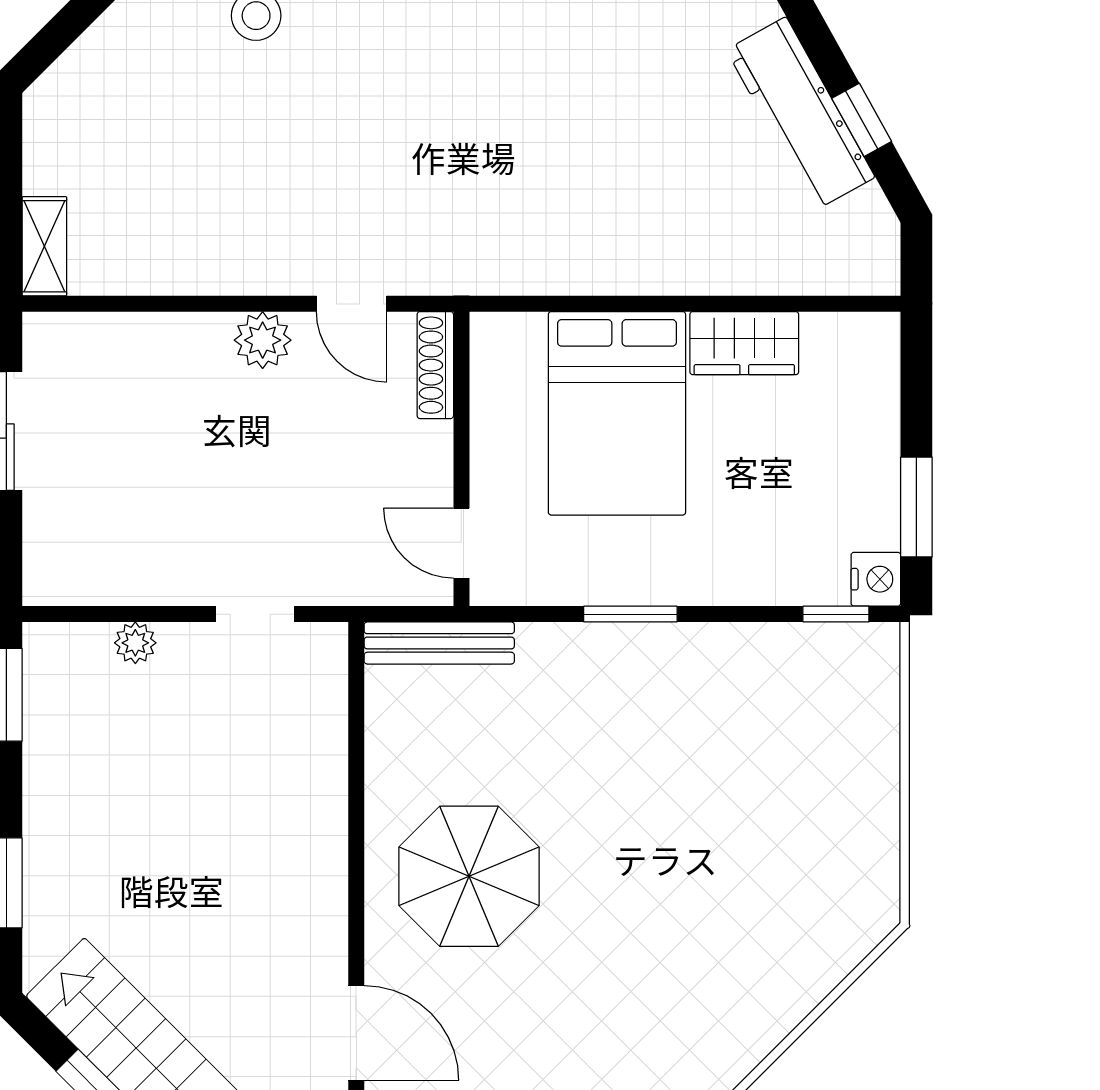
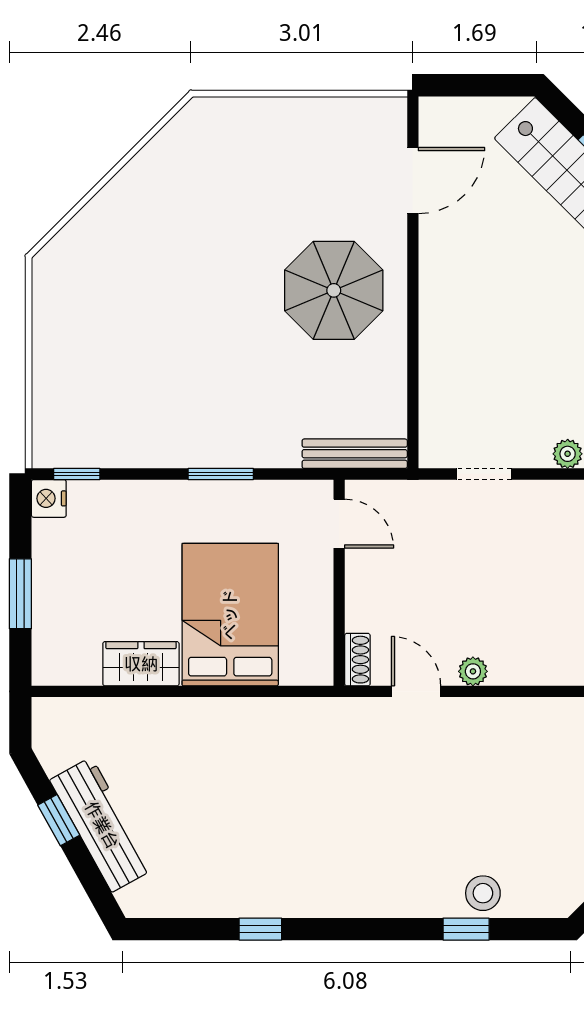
plant: (263, 340) -> (473, 671), width x0.73, depth x0.73
shoe rack: (435, 365) -> (357, 660), width x0.70
window: (916, 507) -> (20, 594), moved
door: (356, 1033) -> (413, 181), swing flipped

